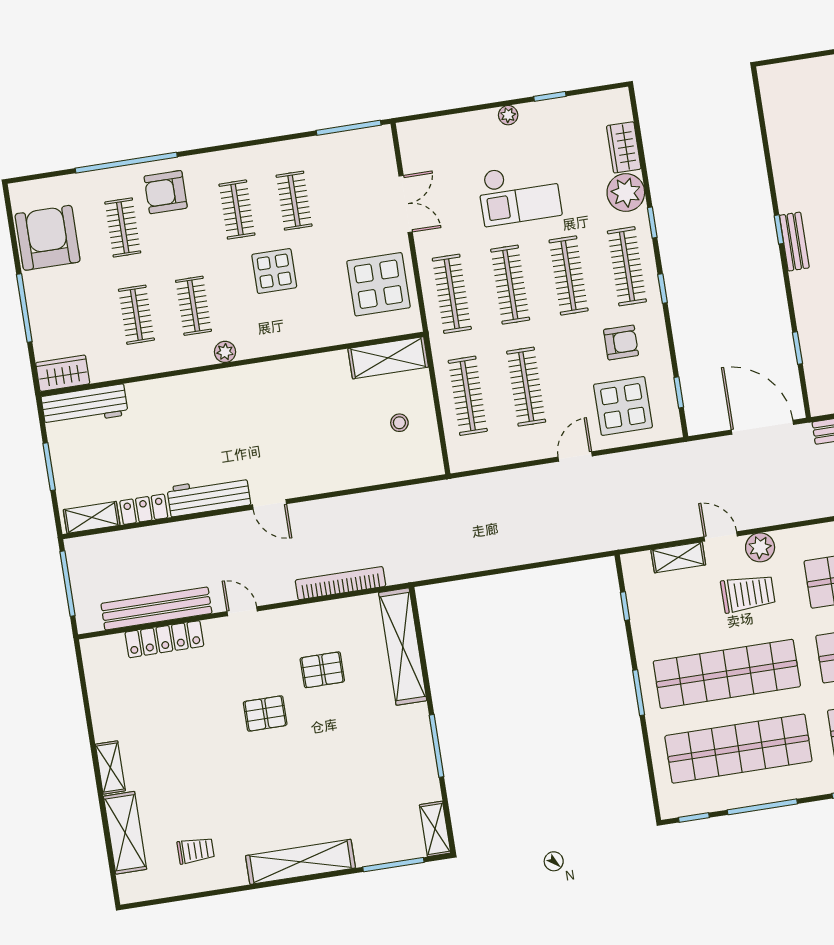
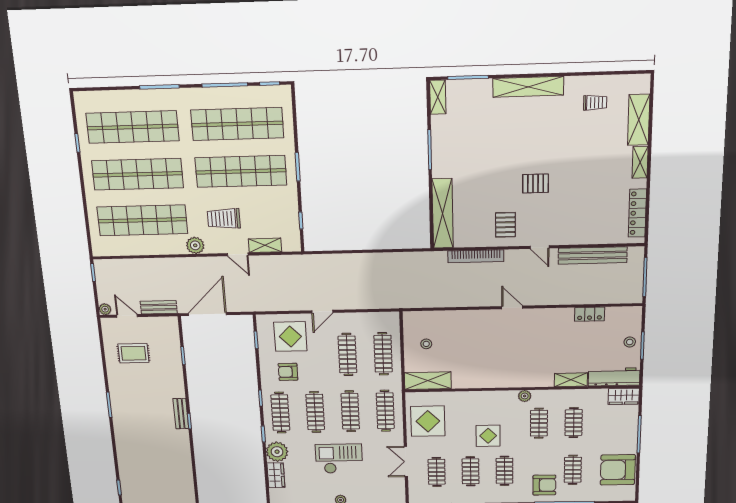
clothes rail: (351, 192) -> (437, 472), added
armchair: (48, 238) -> (618, 470), turned 90
door: (762, 427) -> (207, 314), swing flipped
stool: (71, 470) -> (630, 342), added
workbench: (209, 496) -> (548, 317), removed
shelving: (92, 517) -> (571, 380), moved
plant: (760, 547) -> (195, 245), moved
locker: (164, 639) -> (637, 213), moved, turned -90
pallet: (322, 670) -> (505, 225), moved, turned 90
trolley: (196, 850) -> (595, 103), turned 180

